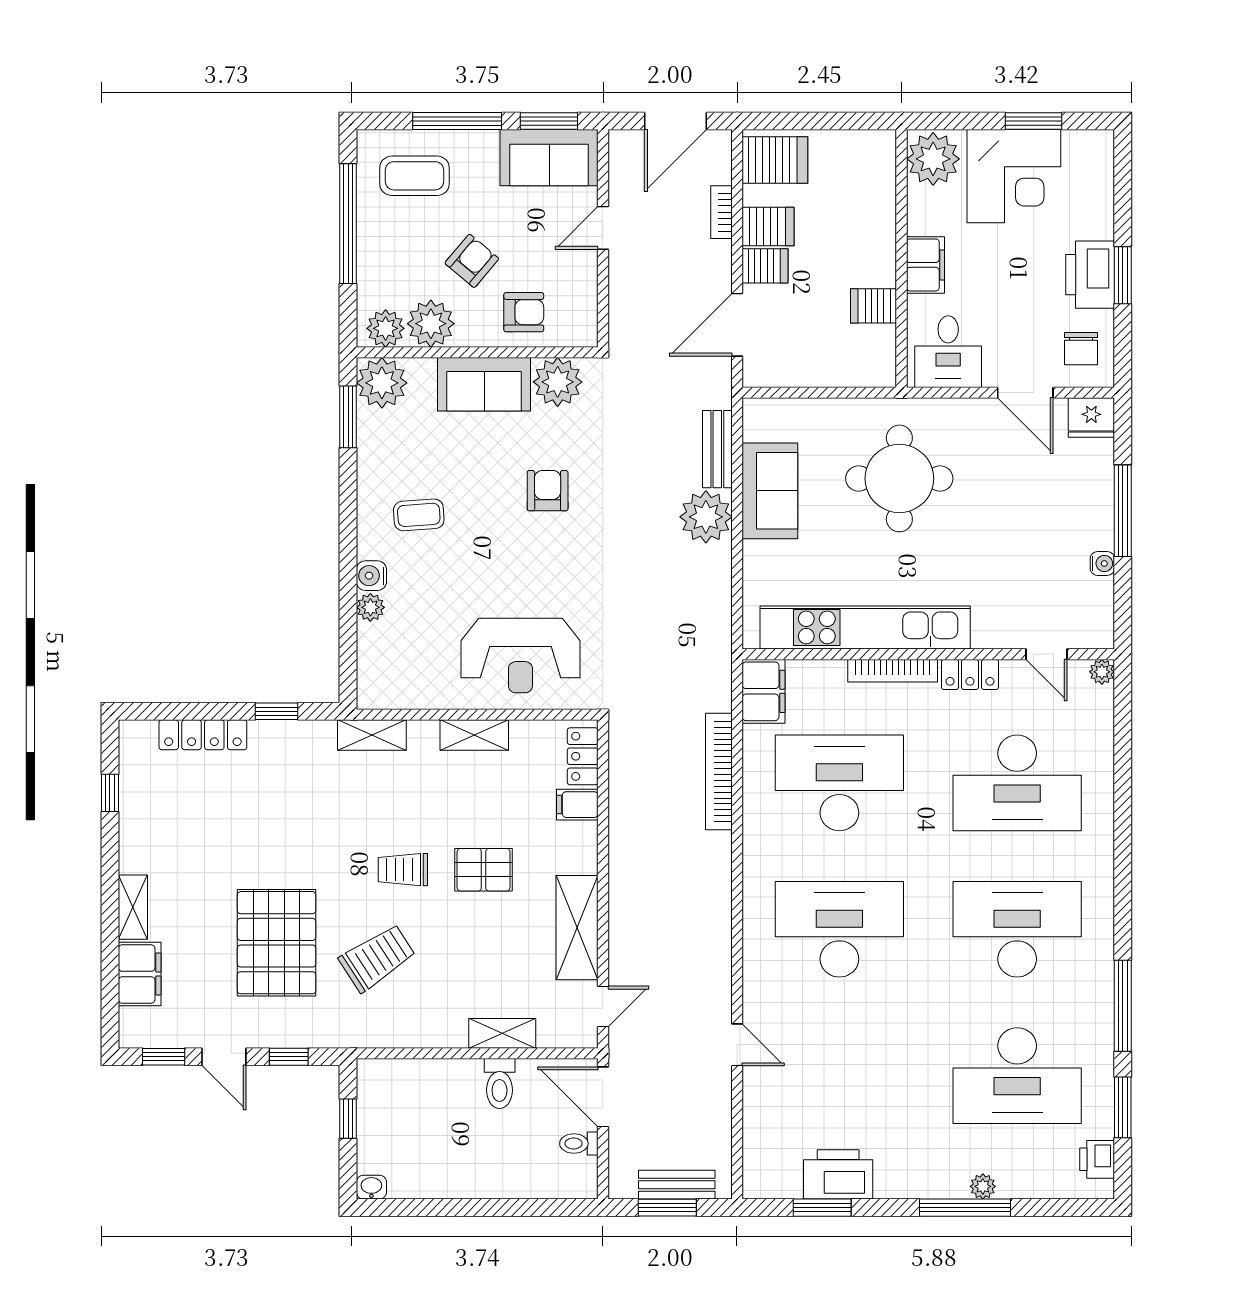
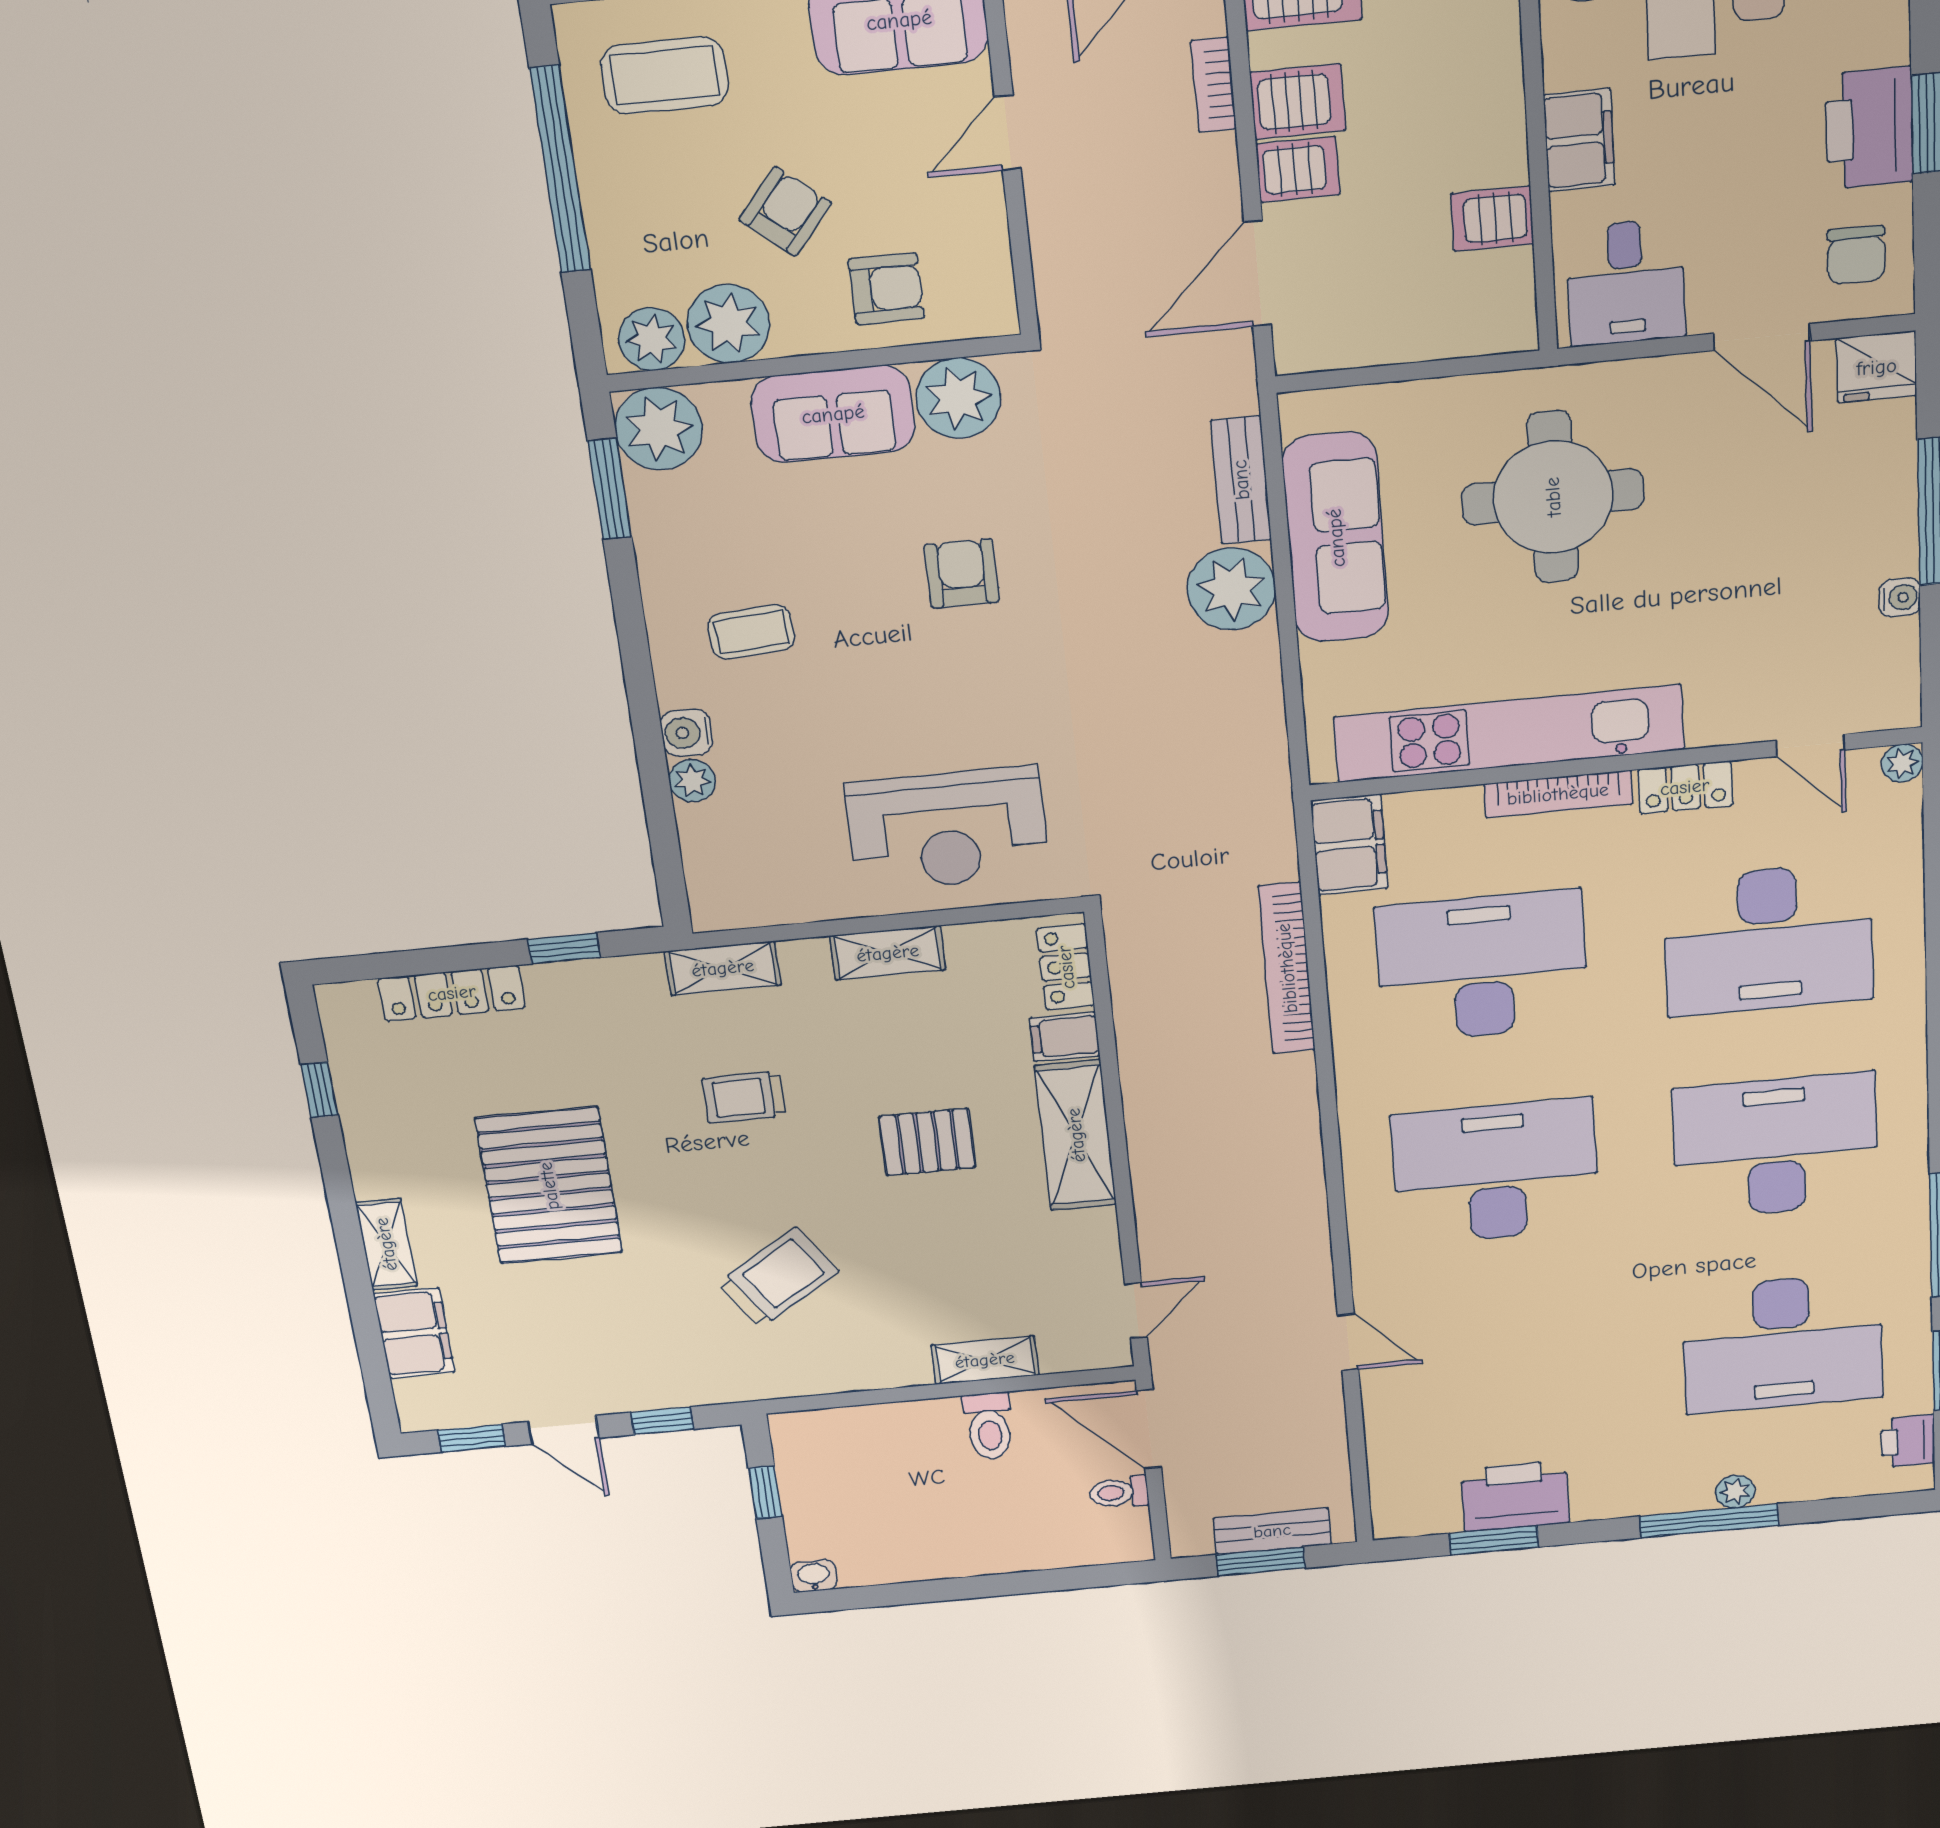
sofa: (770, 491) -> (1336, 538), width x1.36
trolley: (403, 870) -> (744, 1097), moved
shelving: (577, 928) -> (1076, 1135), moved
pallet: (277, 943) -> (549, 1186), moved

